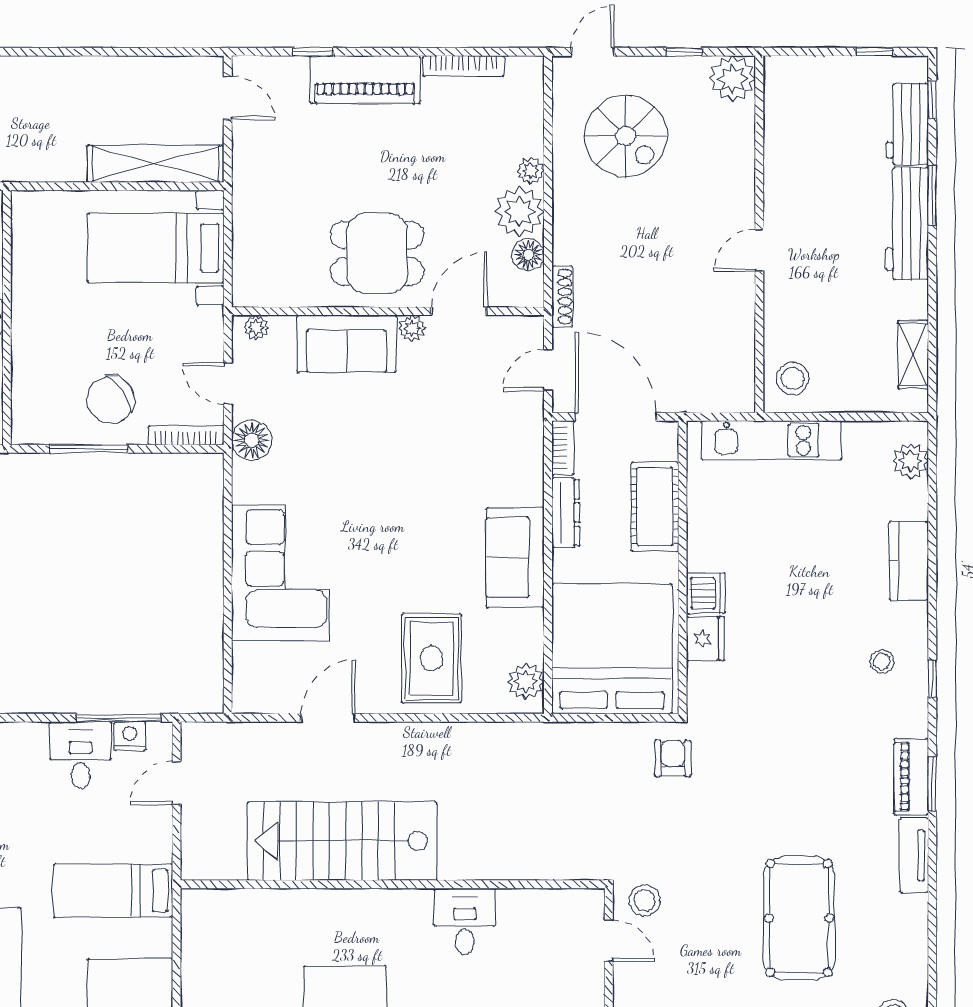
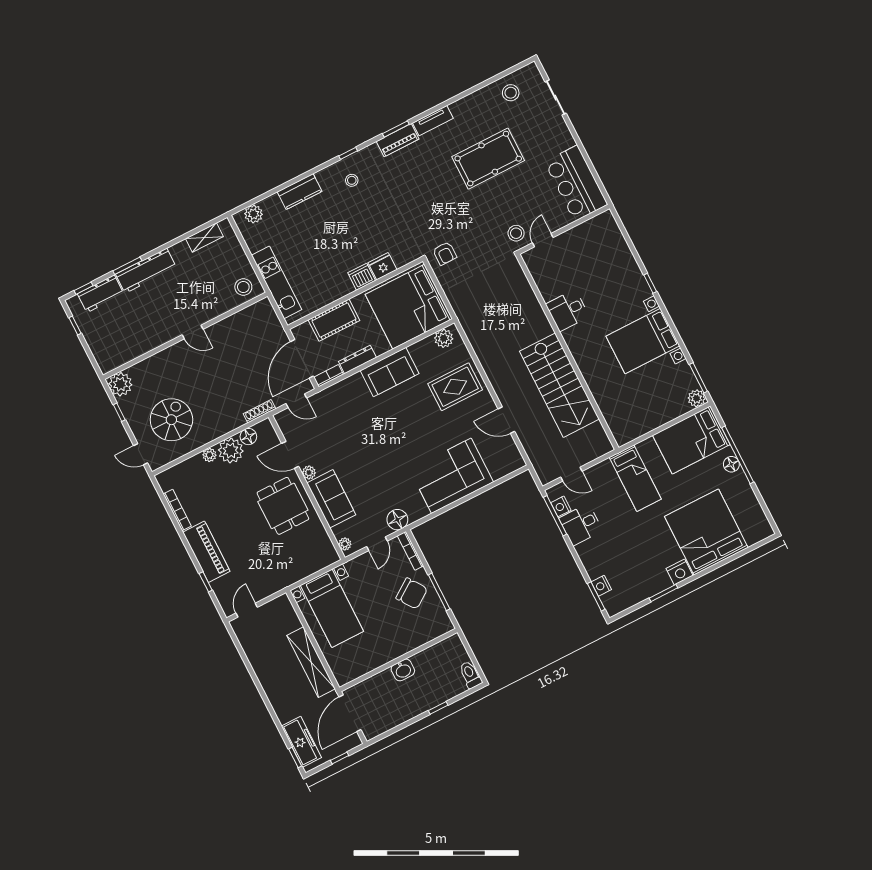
shelving: (156, 164) -> (311, 662), moved
armchair: (673, 758) -> (445, 253), turned -90

